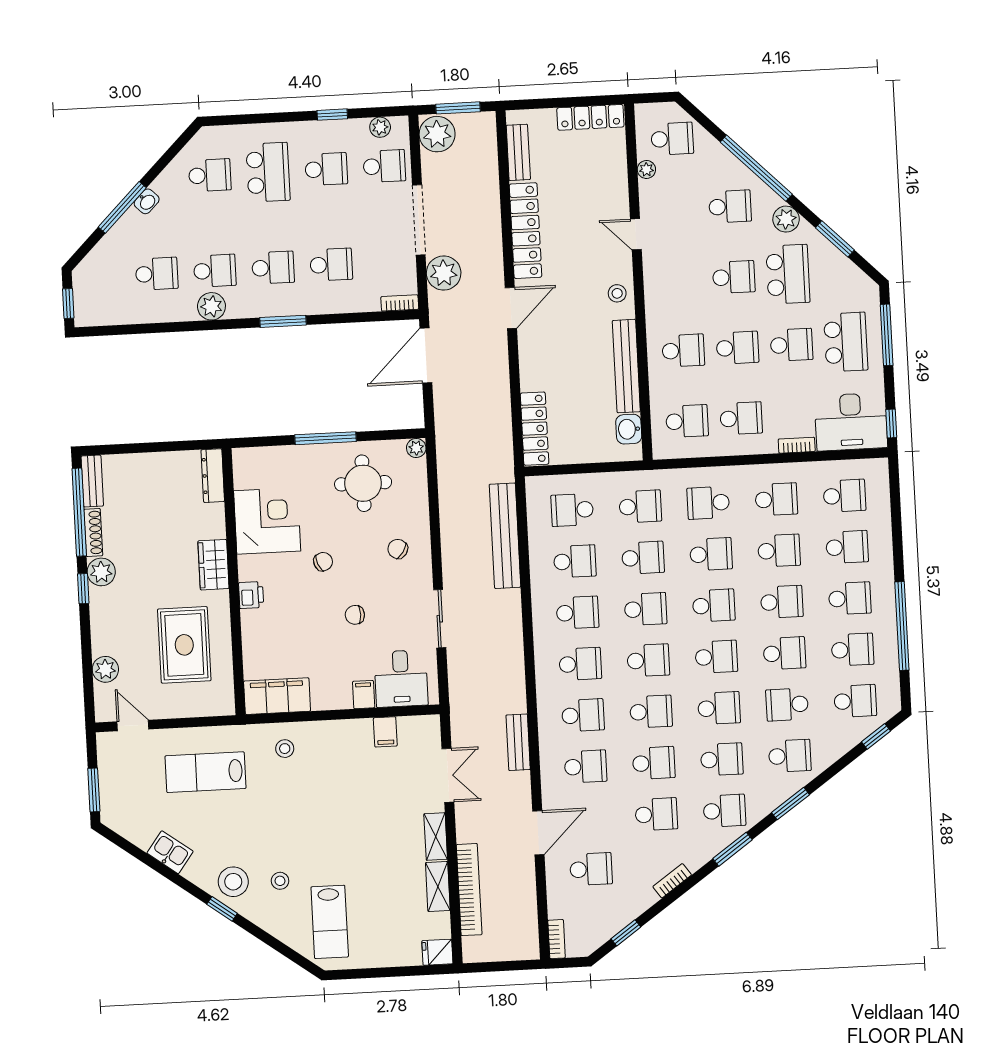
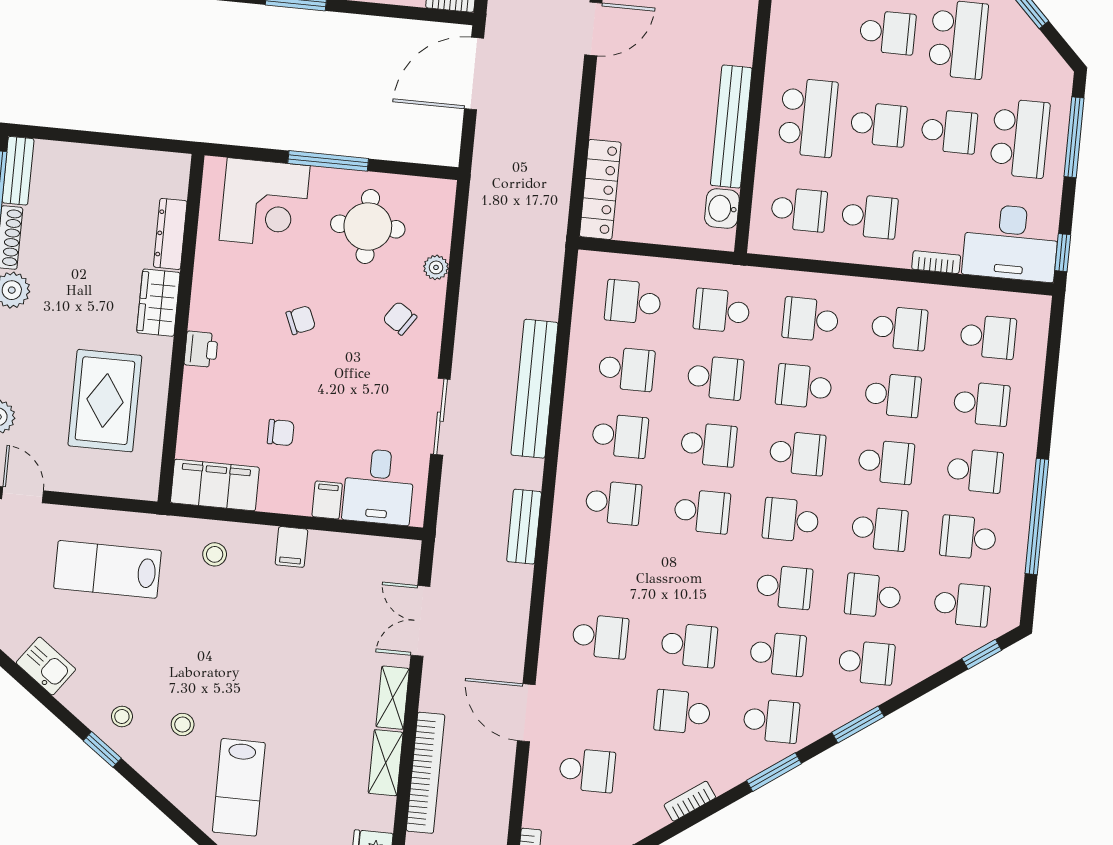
stool: (617, 293) -> (734, 31), removed
school desk: (683, 351) -> (808, 117), width x1.85
plant: (416, 448) -> (436, 267), moved
dresser: (213, 476) -> (170, 234), moved
school desk: (640, 506) -> (722, 311), turned 180
corner desk: (267, 521) -> (265, 203), moved, turned 90
bench: (505, 536) -> (535, 389), moved
school desk: (711, 554) -> (804, 386), turned 180
chair: (355, 615) -> (281, 433), moved, turned 180
school desk: (852, 650) -> (968, 537), turned 180
school desk: (716, 657) -> (791, 520), turned 180
school desk: (651, 712) -> (696, 578), removed
school desk: (583, 715) -> (607, 570), removed
filing cabinet: (385, 732) -> (291, 547), moved
bench: (518, 742) -> (524, 527), moved
double door: (448, 775) -> (420, 621), swing flipped
school desk: (656, 814) -> (682, 712), turned 180
door: (538, 833) -> (526, 713), swing flipped
stool: (233, 882) -> (122, 717), width x0.53, depth x0.53

